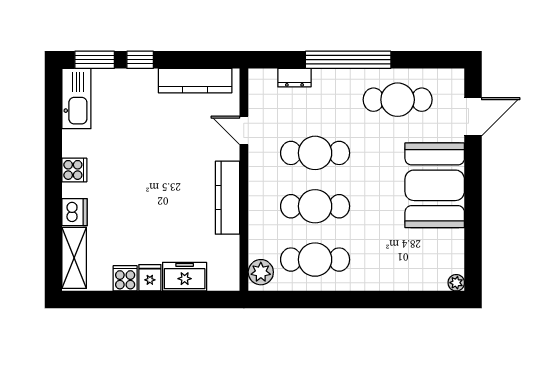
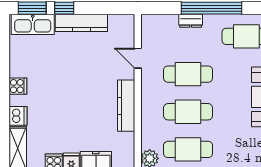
dresser: (294, 78) -> (191, 21), moved
kitchen counter: (195, 81) -> (81, 23), moved
kitchen sink: (76, 98) -> (33, 24), moved, turned 90

